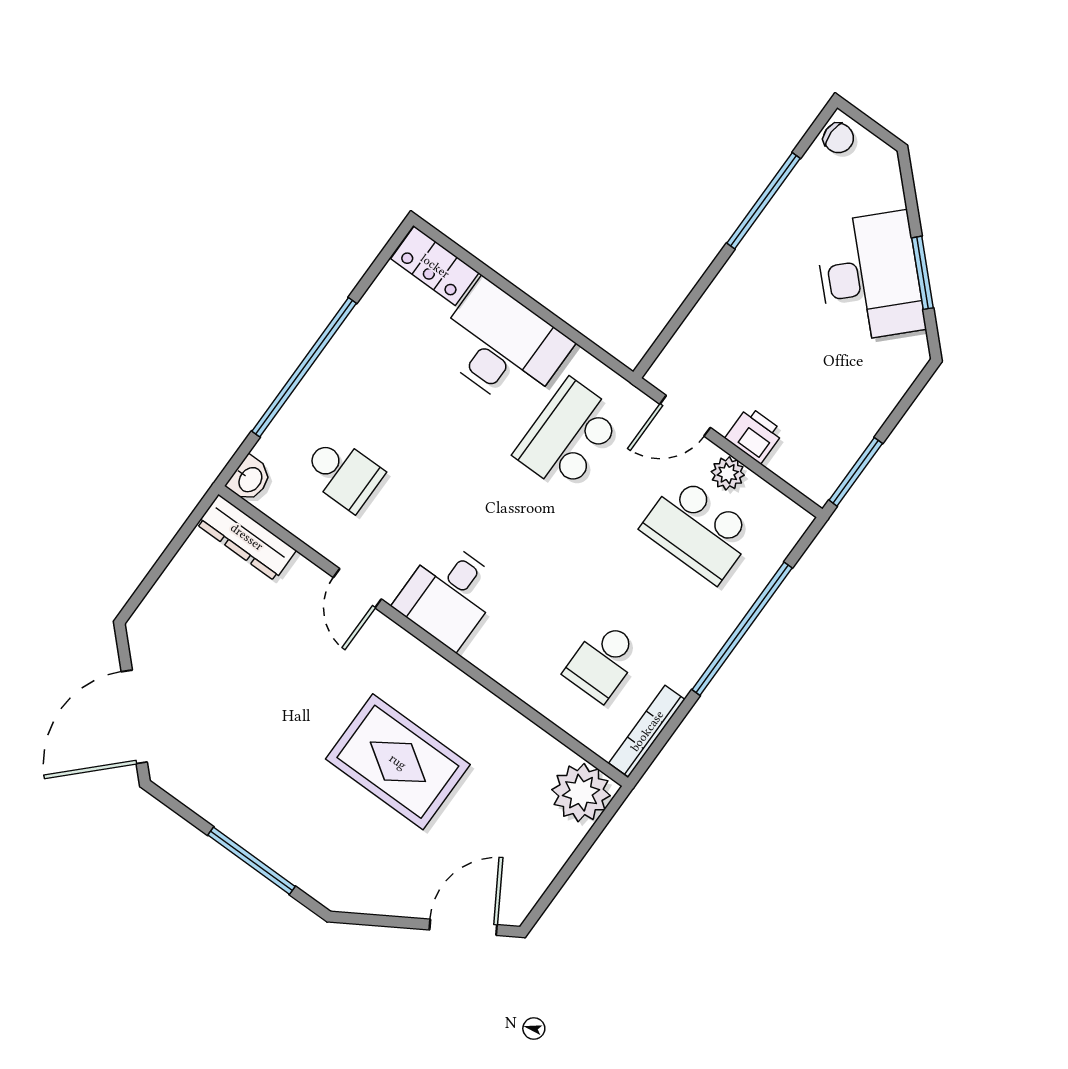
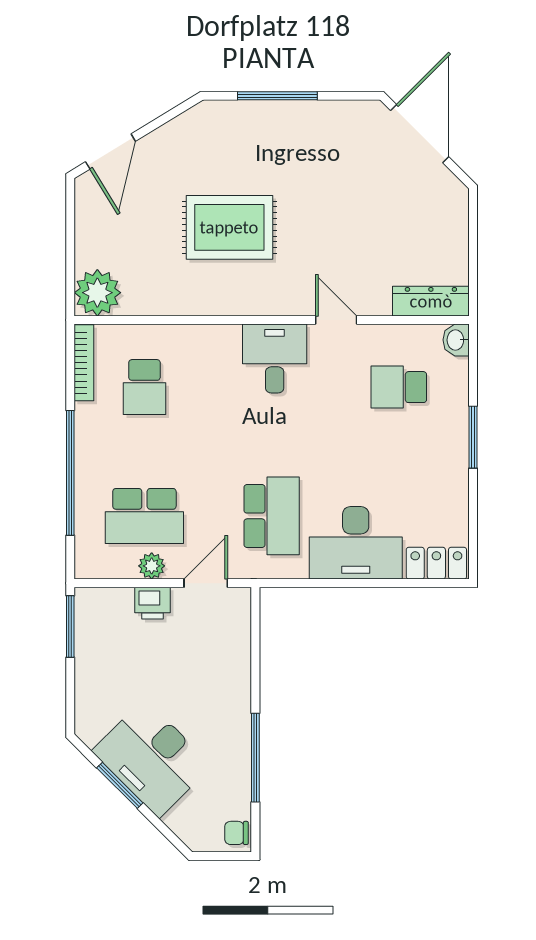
window: (304, 367) -> (473, 437), width x0.47
school desk: (698, 530) -> (144, 516), turned 180
school desk: (603, 661) -> (144, 387), turned 180

